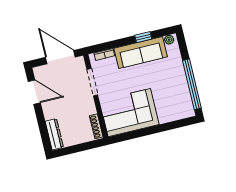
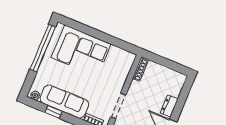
corner sofa: (129, 113) -> (81, 51), moved
dresser: (54, 134) -> (169, 106), moved, width x0.70

